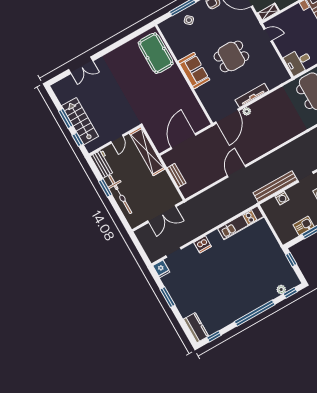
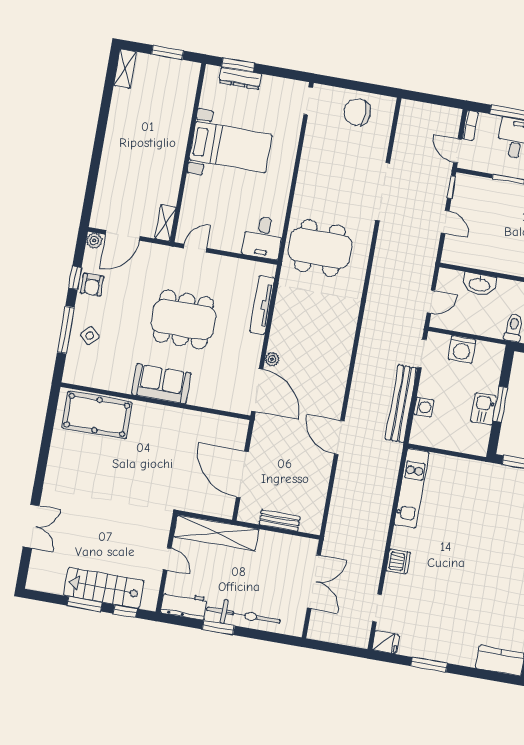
dining table: (231, 56) -> (183, 320), width x1.38
tv unit: (252, 95) -> (262, 305), moved

